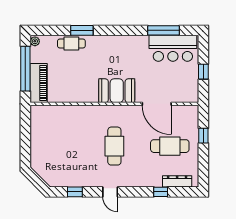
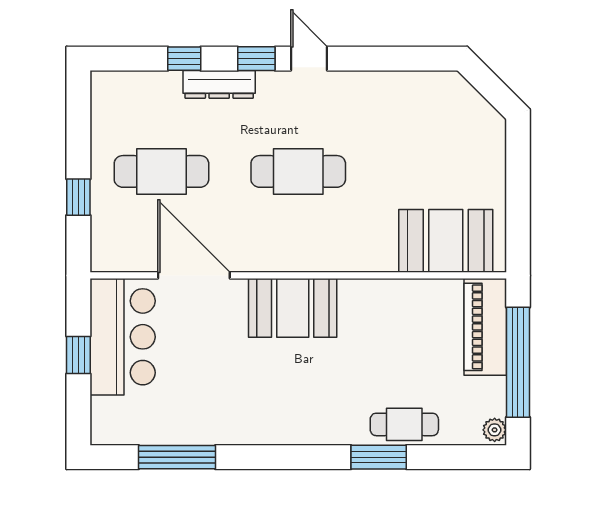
bar counter: (173, 48) -> (123, 337), moved, turned 90
booth: (55, 118) -> (446, 241), added
cafe table: (114, 146) -> (298, 171), turned 90
dresser: (177, 181) -> (219, 84), moved
window: (75, 192) -> (256, 59), moved

